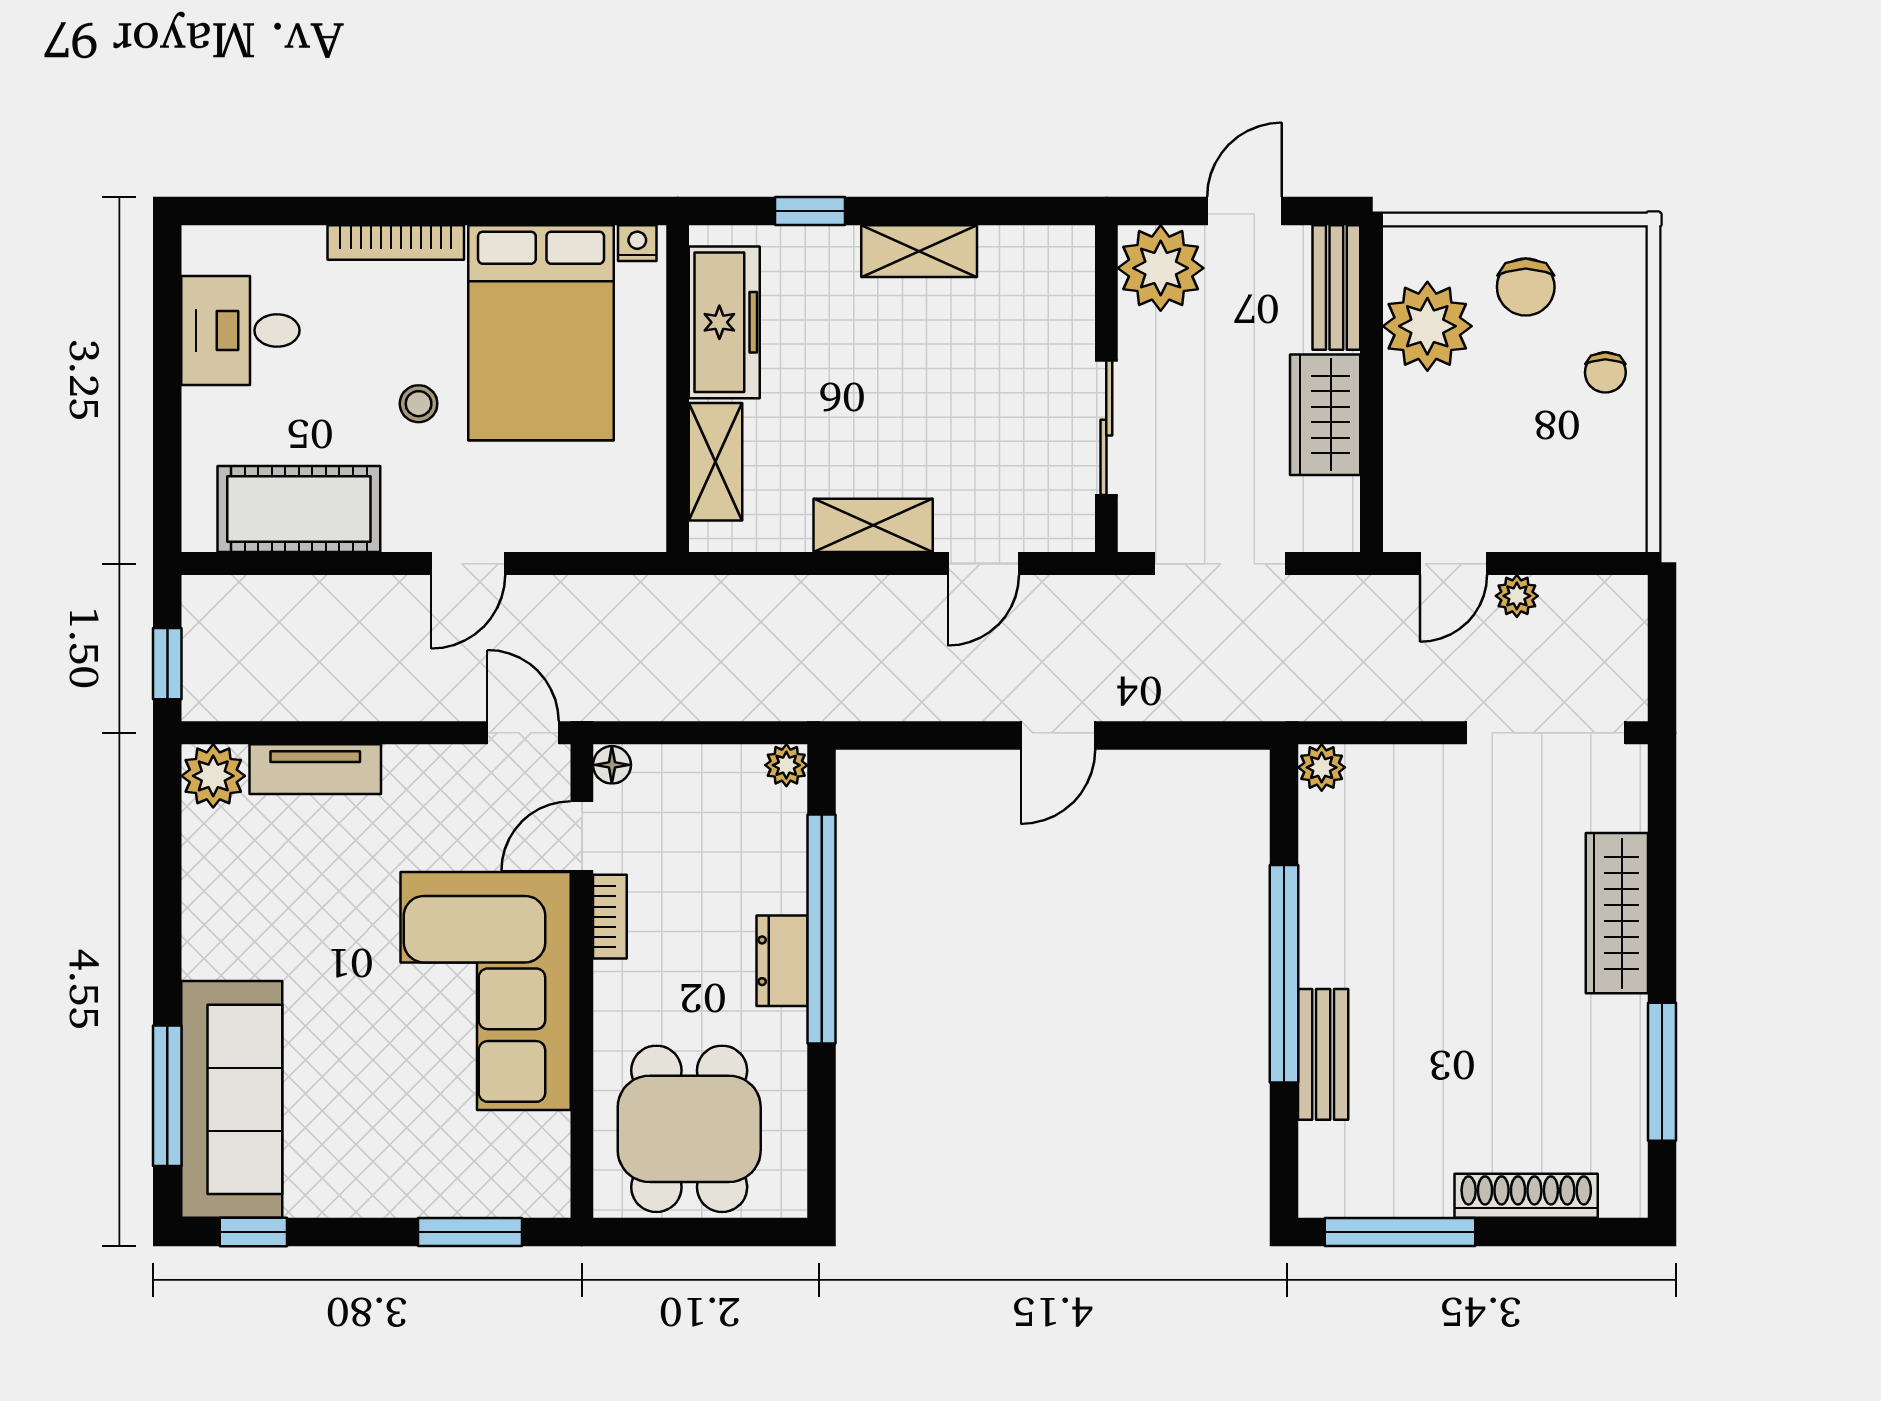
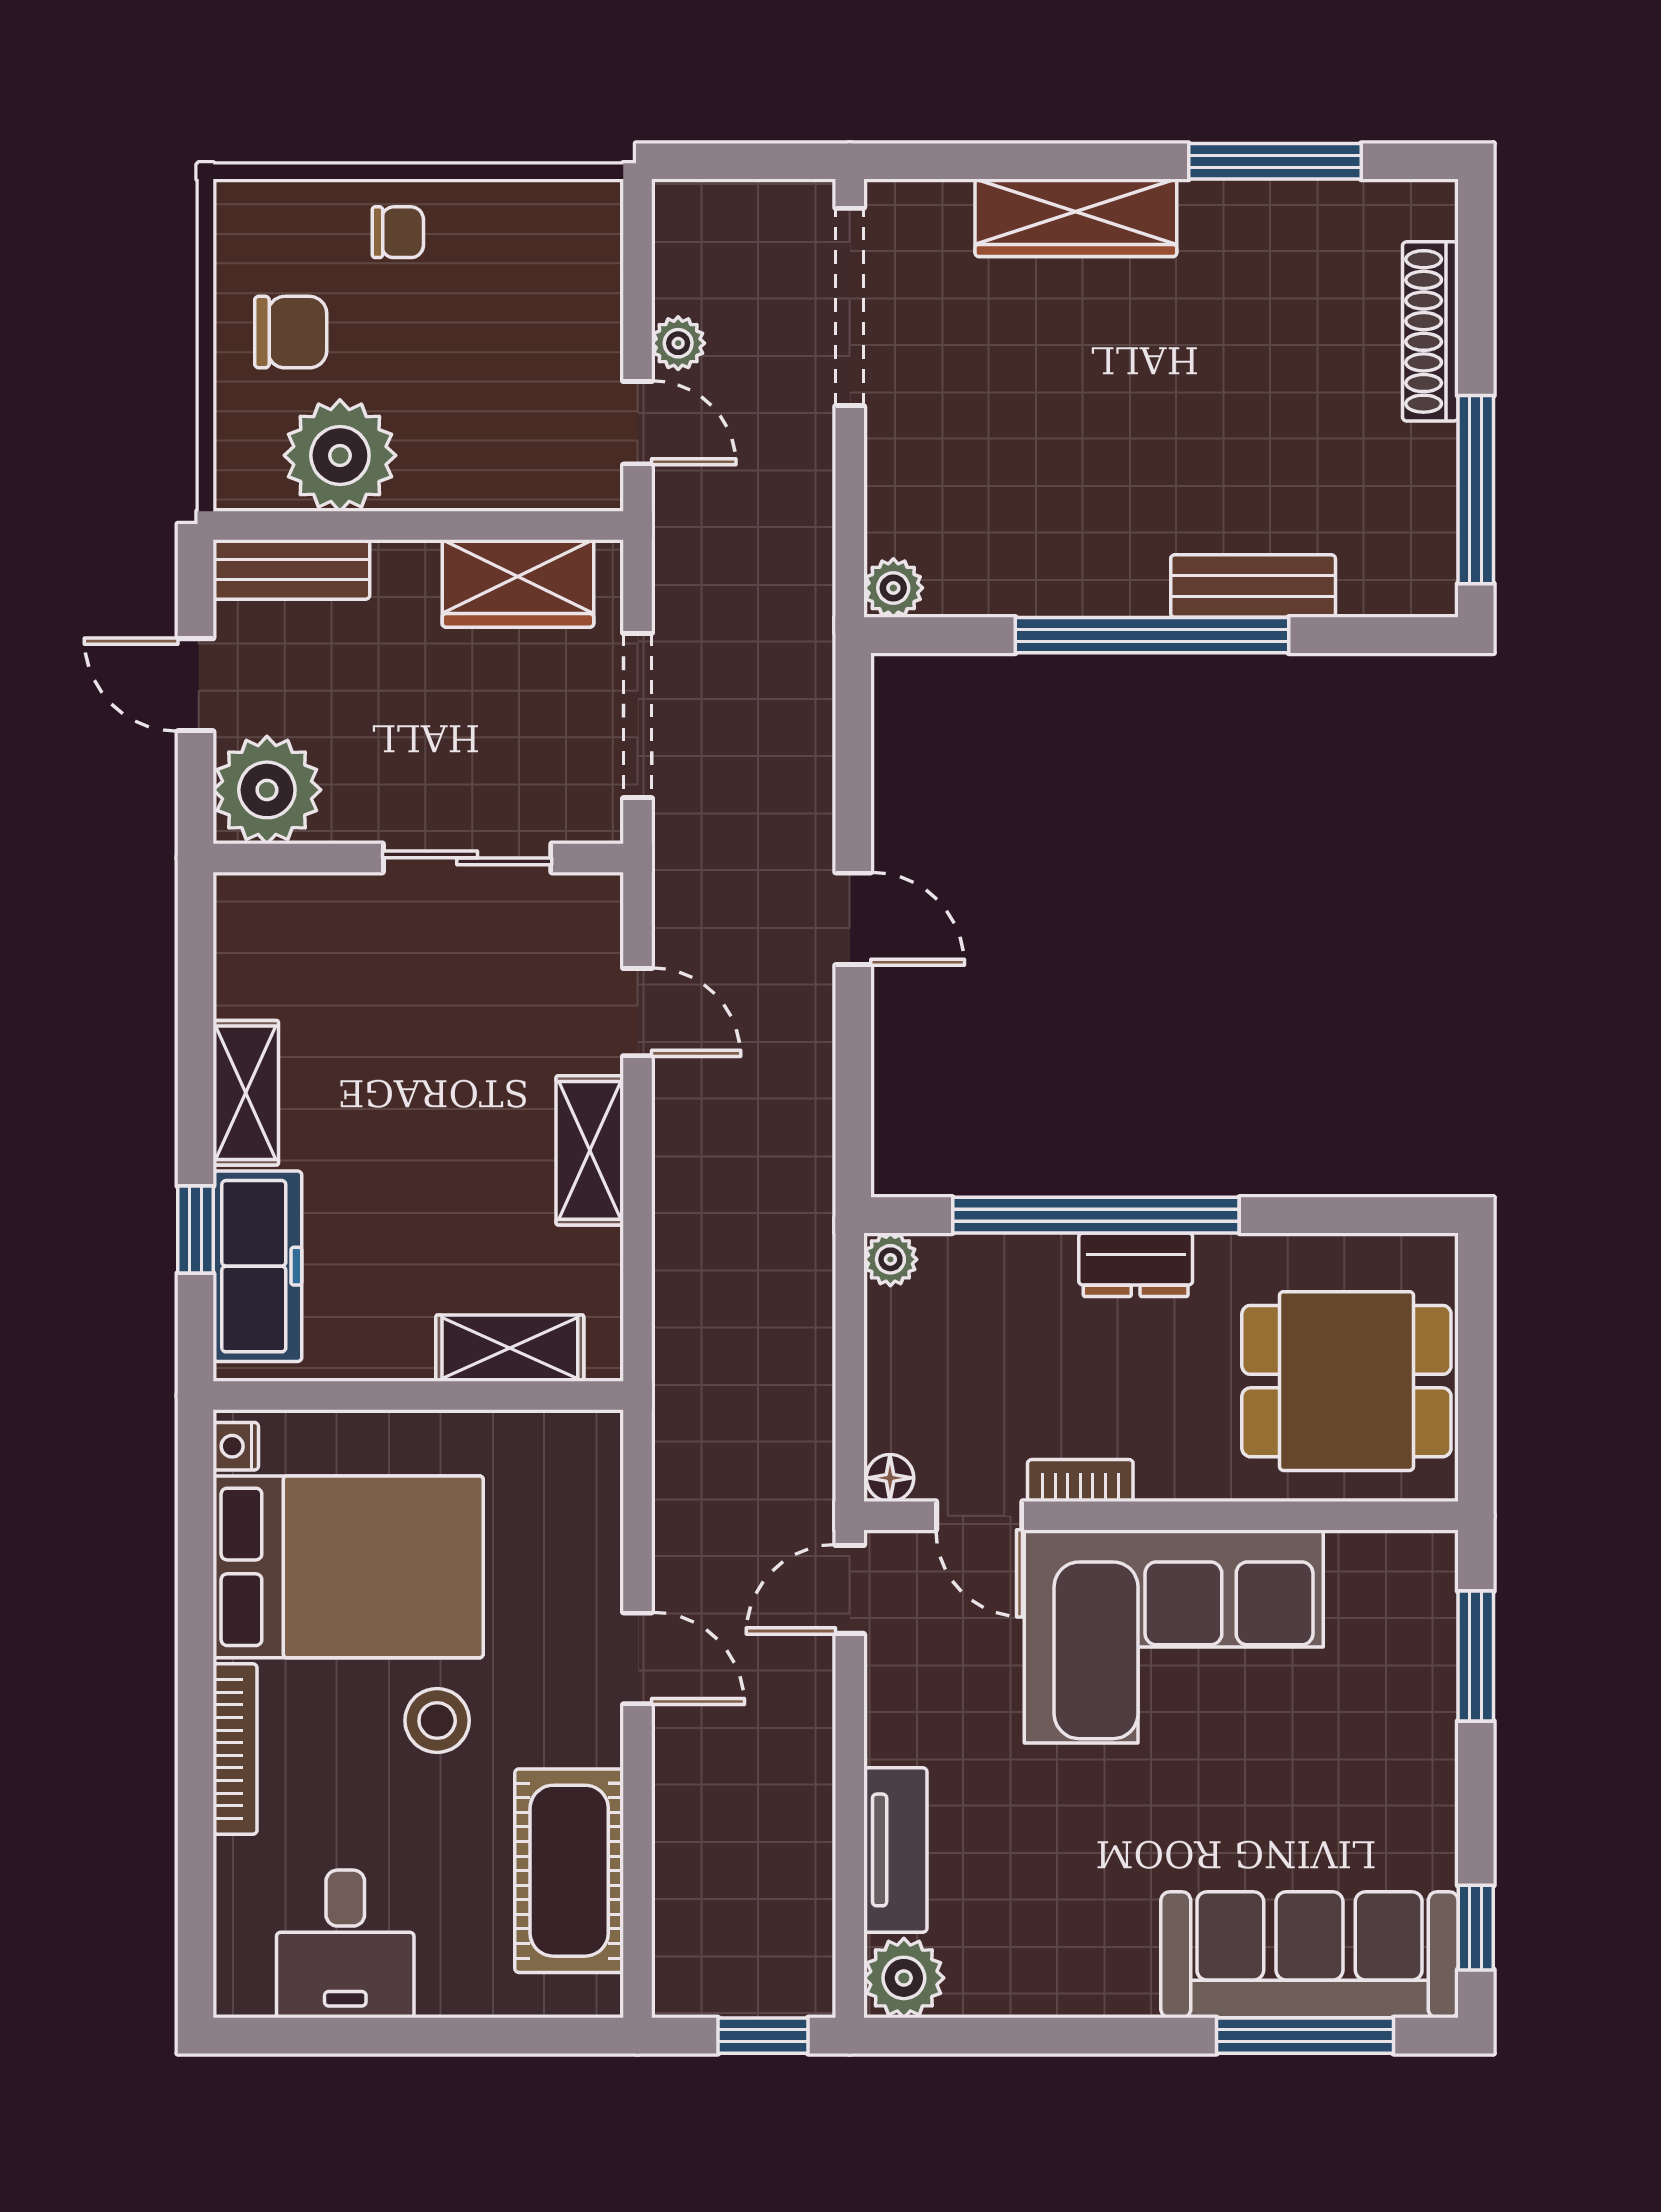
freezer: (724, 322) -> (257, 1266), moved, turned 90
stool: (419, 404) -> (437, 1721), width x1.37, depth x1.37
wardrobe: (1325, 415) -> (518, 584), moved

